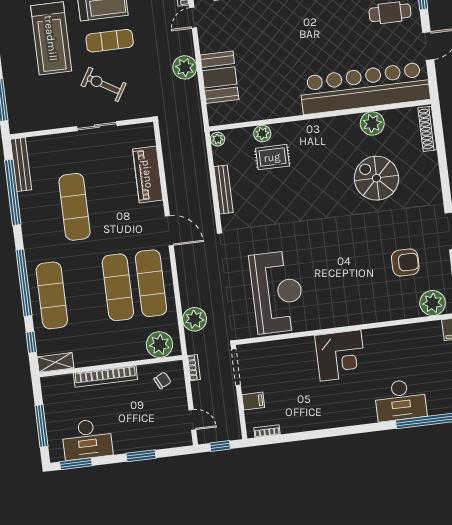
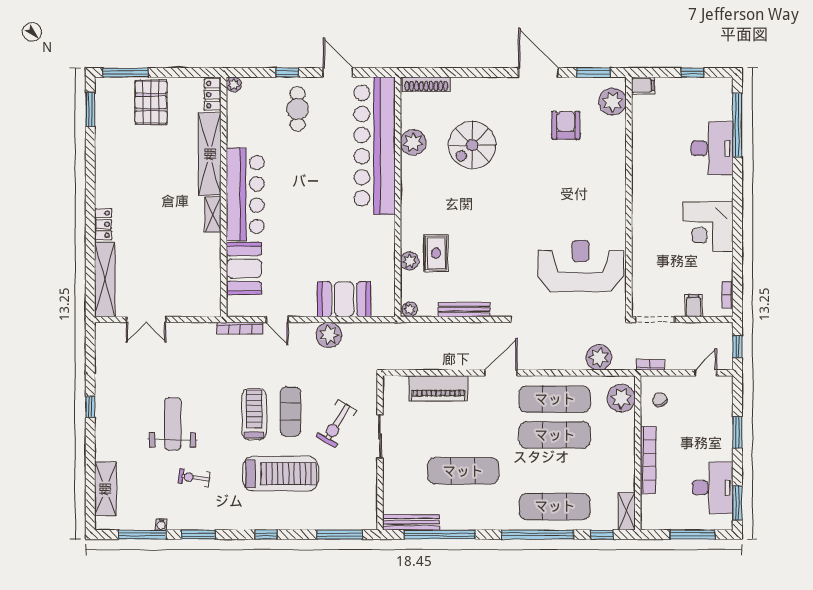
corner desk: (340, 355) -> (708, 227), moved, turned 180

